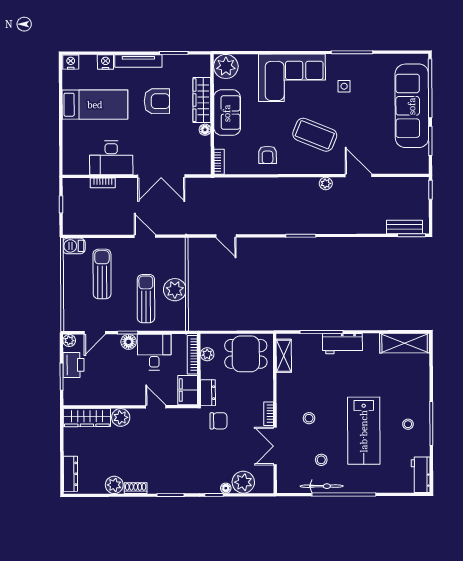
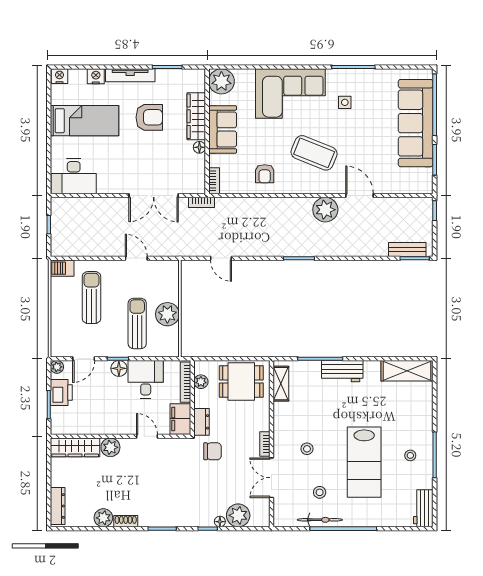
desk: (111, 158) -> (74, 176), moved
bookcase: (103, 183) -> (202, 202), moved
plant: (326, 183) -> (325, 210), width x1.87, depth x1.87

